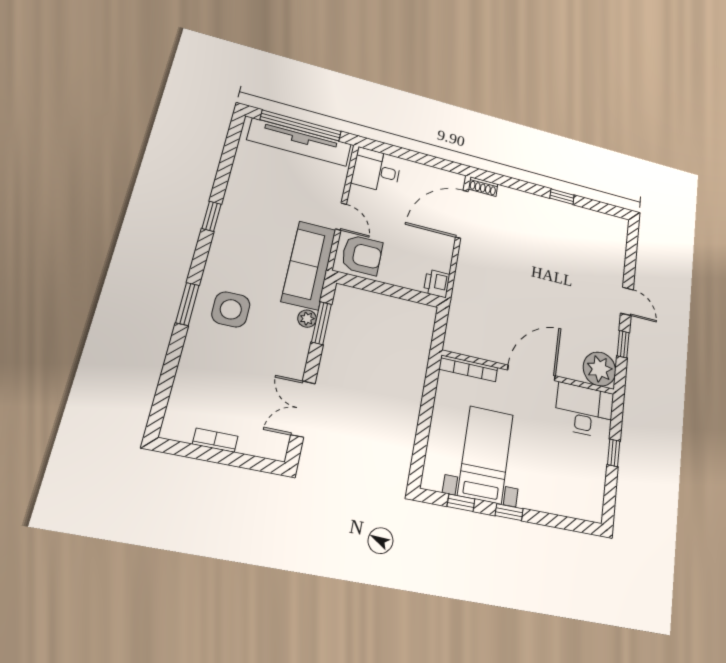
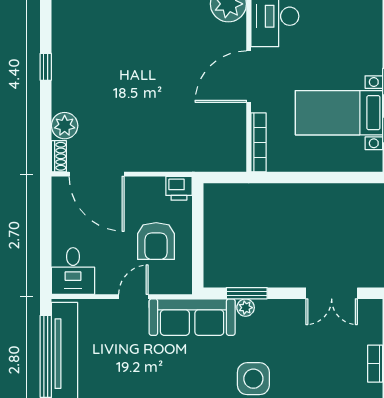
plant: (509, 198) -> (65, 126), added
armchair: (362, 255) -> (156, 241), moved, turned 180
door: (532, 373) -> (249, 77), hinge flipped

